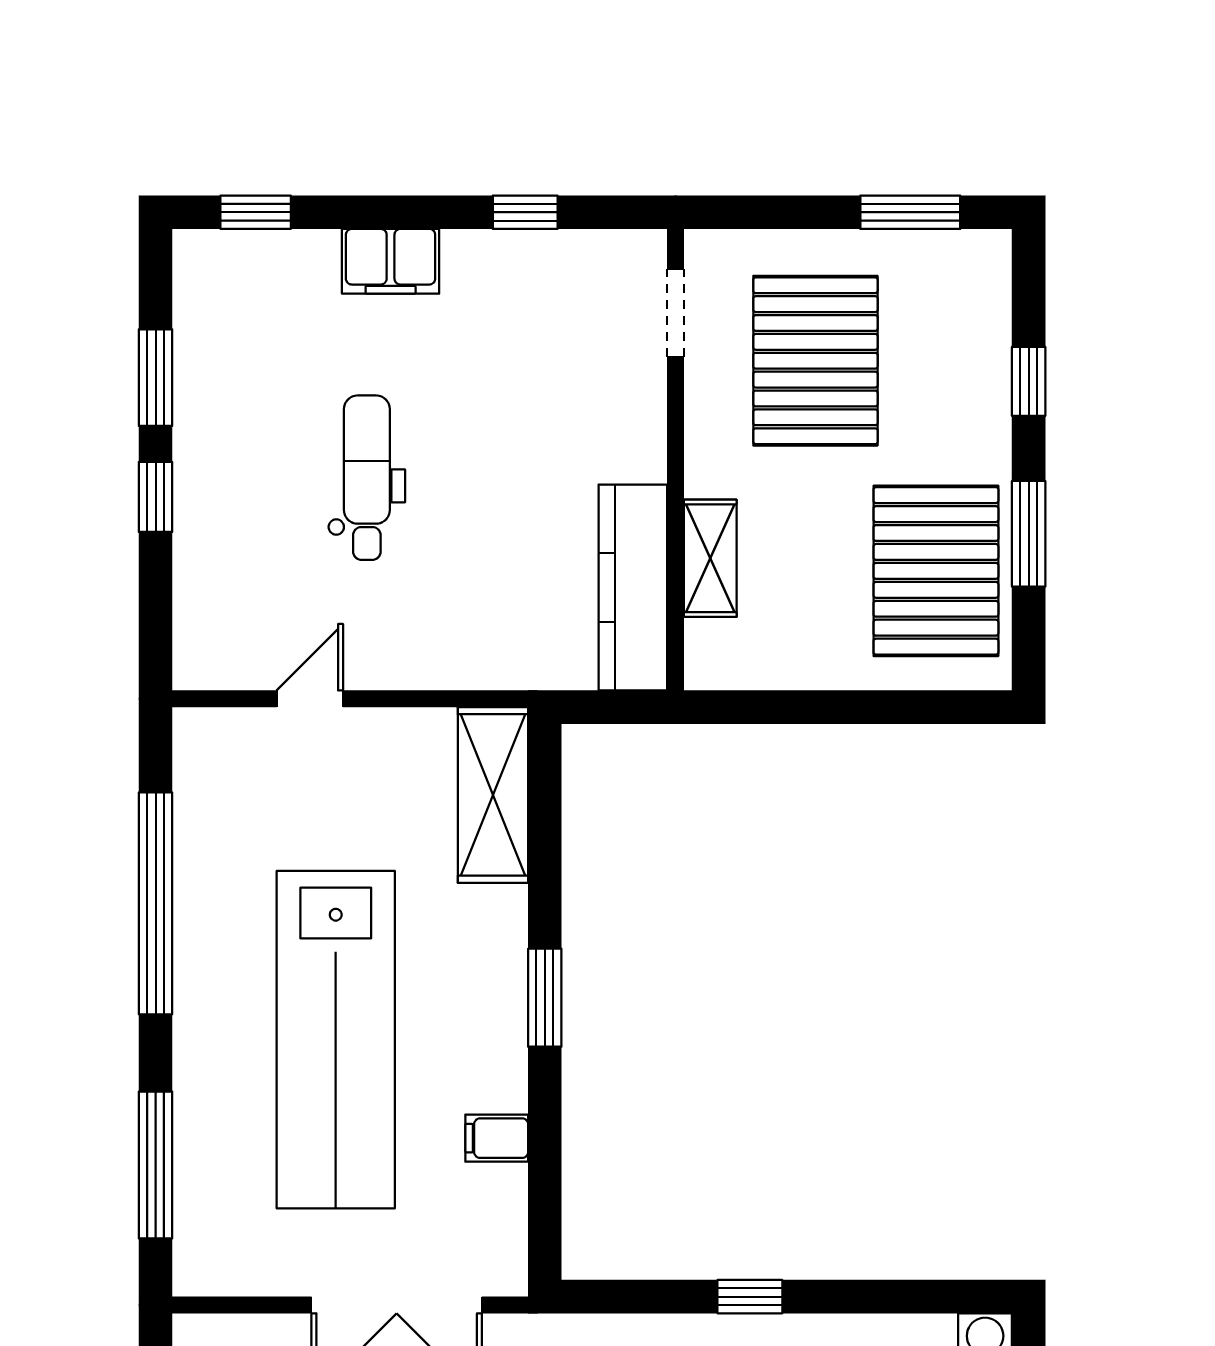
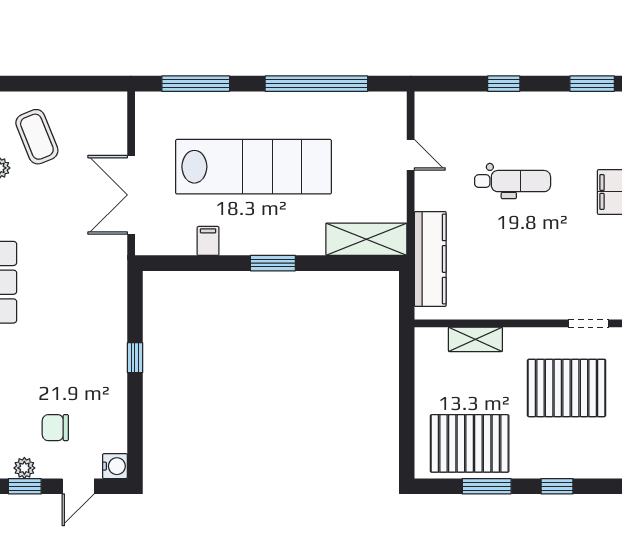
window: (156, 378) -> (592, 84), moved
kitchen counter: (633, 588) -> (430, 259), moved, turned 90
lab bench: (336, 1040) -> (254, 167), turned 180

